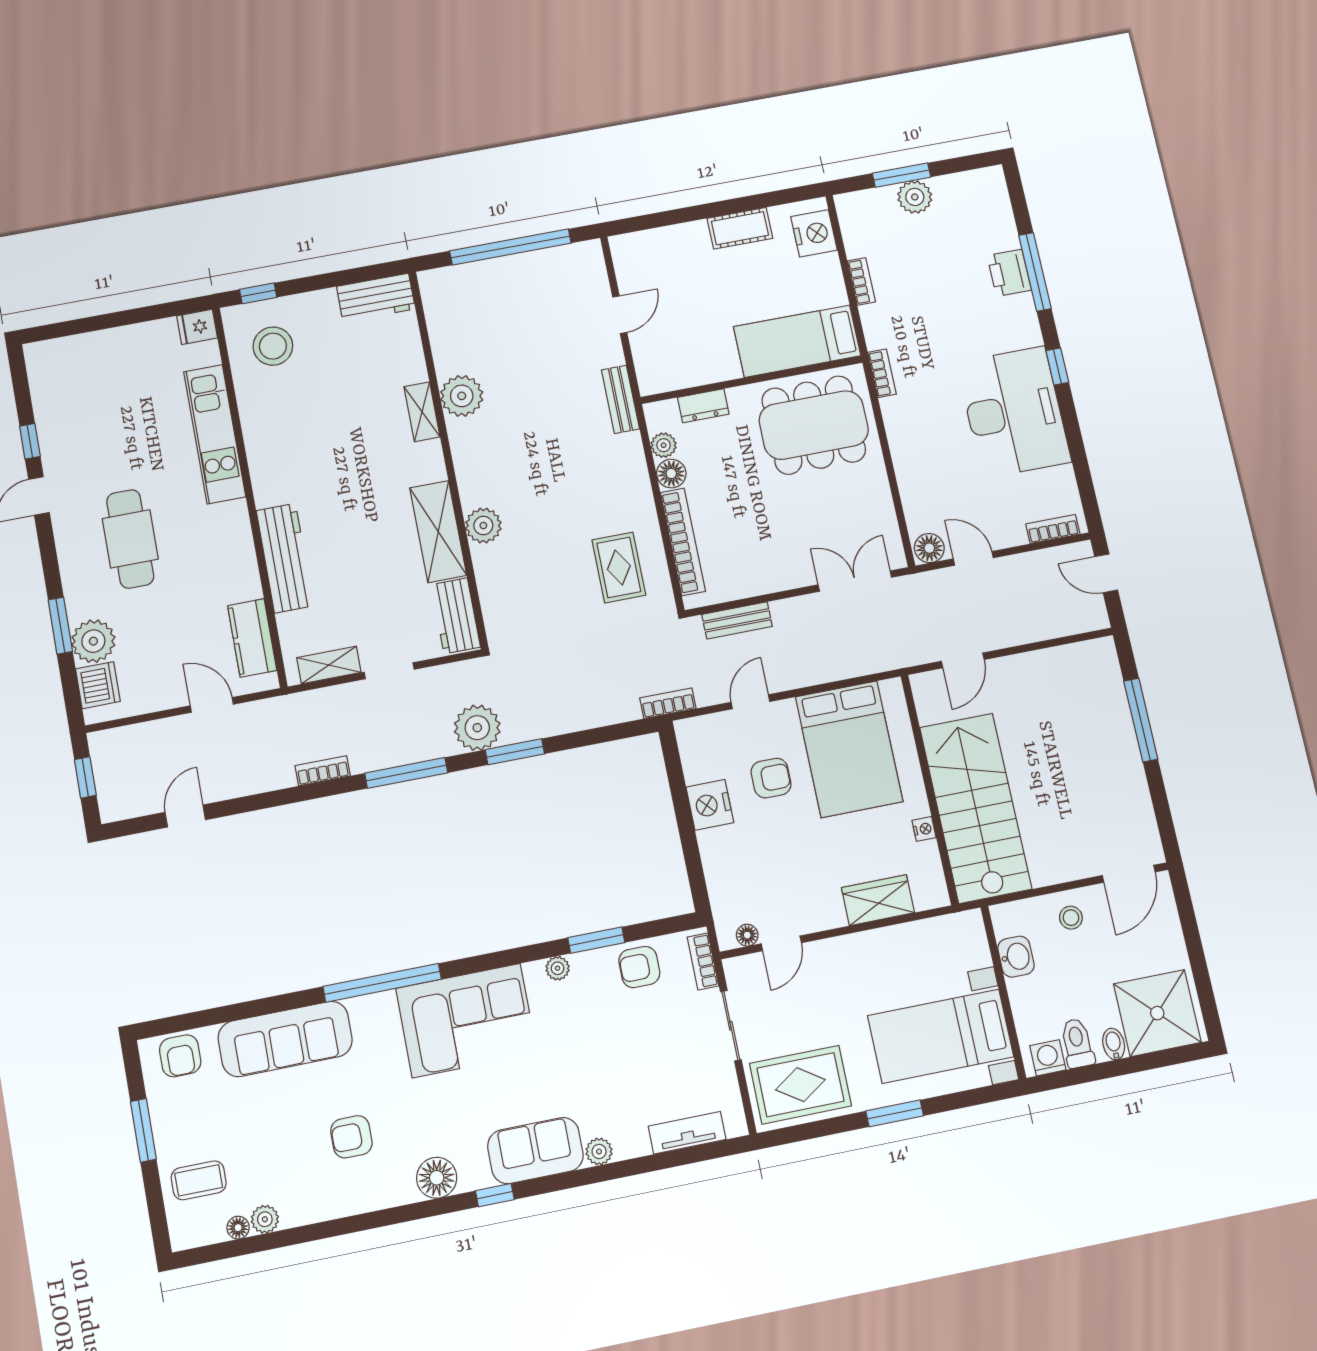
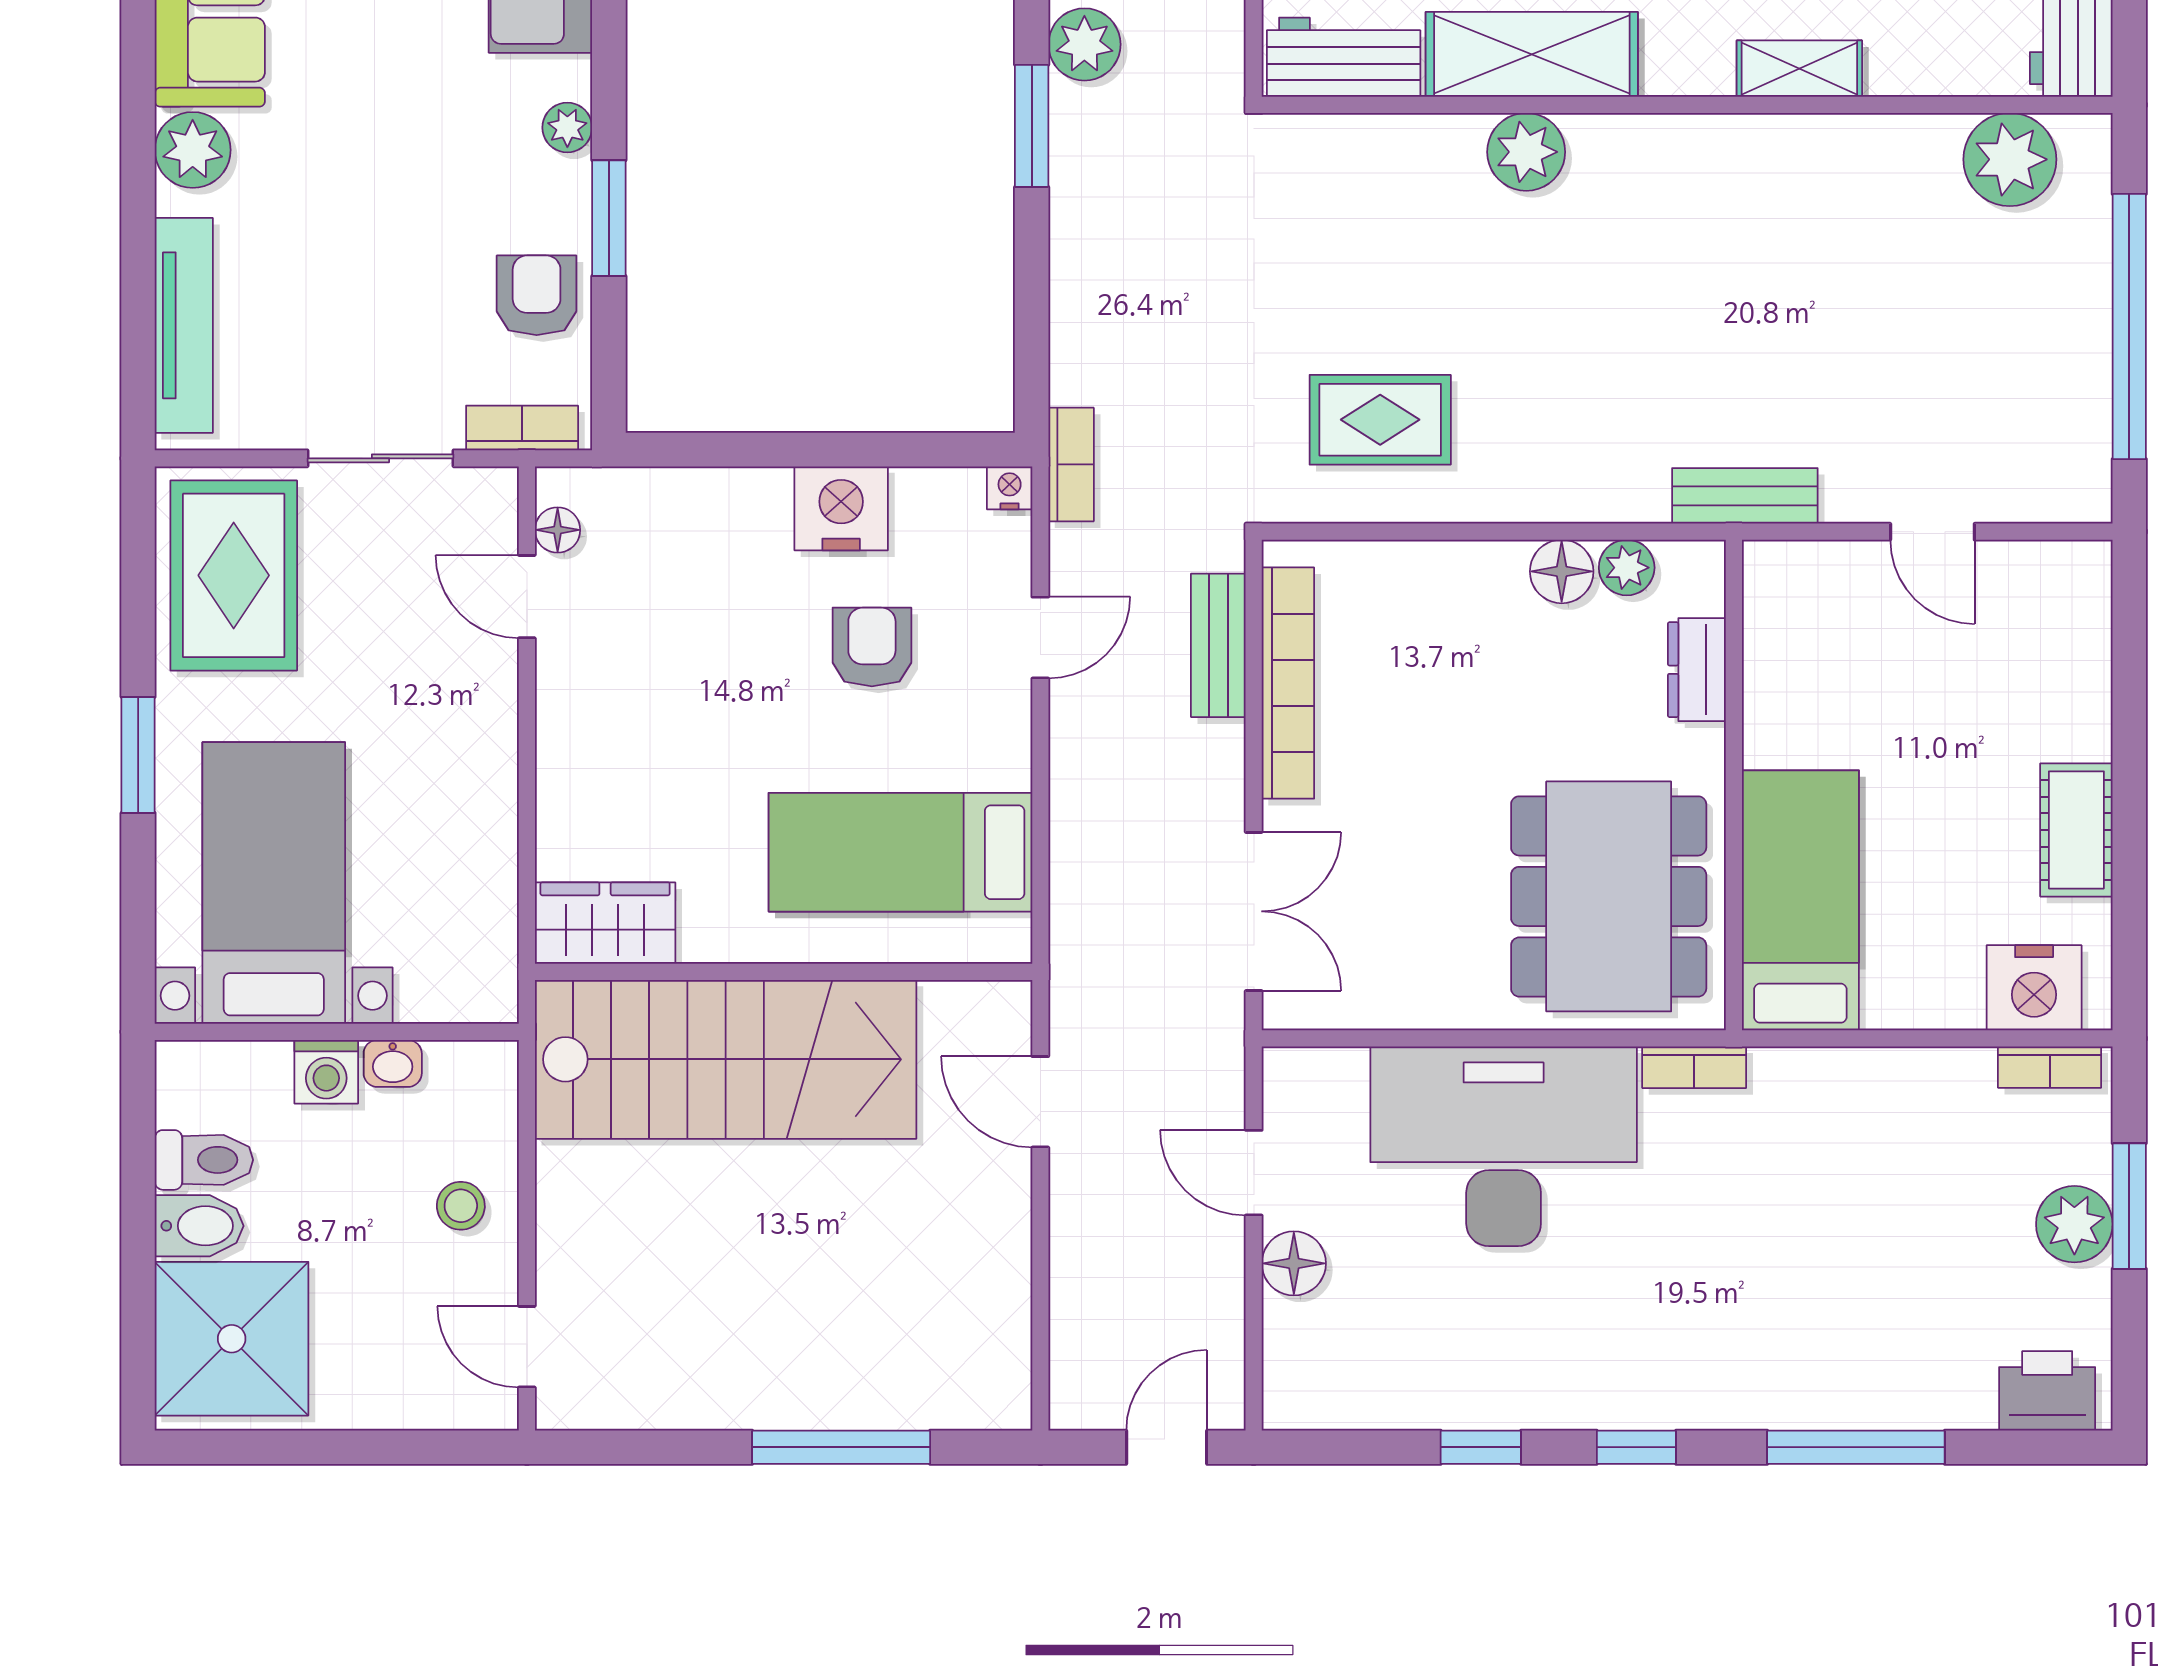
printer: (1009, 273) -> (2047, 1391), moved
bookcase: (861, 281) -> (2050, 1067), moved
plant: (462, 396) -> (2010, 159), moved
desk: (1014, 412) -> (1504, 1146), moved, turned 180
window: (1073, 434) -> (1481, 1447), added
bookcase: (1053, 529) -> (1284, 1356), removed
bookcase: (683, 542) -> (1288, 683), moved, turned -90
floor lamp: (929, 548) -> (1294, 1263), moved
door: (973, 558) -> (1254, 1173), swing flipped
door: (750, 702) -> (1040, 638), hinge flipped
plant: (477, 728) -> (1084, 44), width x0.73, depth x0.73
bed: (849, 749) -> (900, 852), width x0.67
armchair: (771, 778) -> (872, 647), turned 180
nightstand: (924, 829) -> (1010, 488), moved, turned 180
door: (1129, 874) -> (527, 1347), width x0.73
wardrobe: (878, 900) -> (605, 923), moved, turned -90
washbasin: (1016, 957) -> (393, 1063), width x0.72, depth x0.69
bidet: (1114, 1044) -> (199, 1226), width x1.38, depth x1.36
washing machine: (1048, 1058) -> (326, 1072), moved, turned 90
tv unit: (687, 1133) -> (184, 325), width x1.41
plant: (599, 1151) -> (193, 150), width x1.38, depth x1.38

